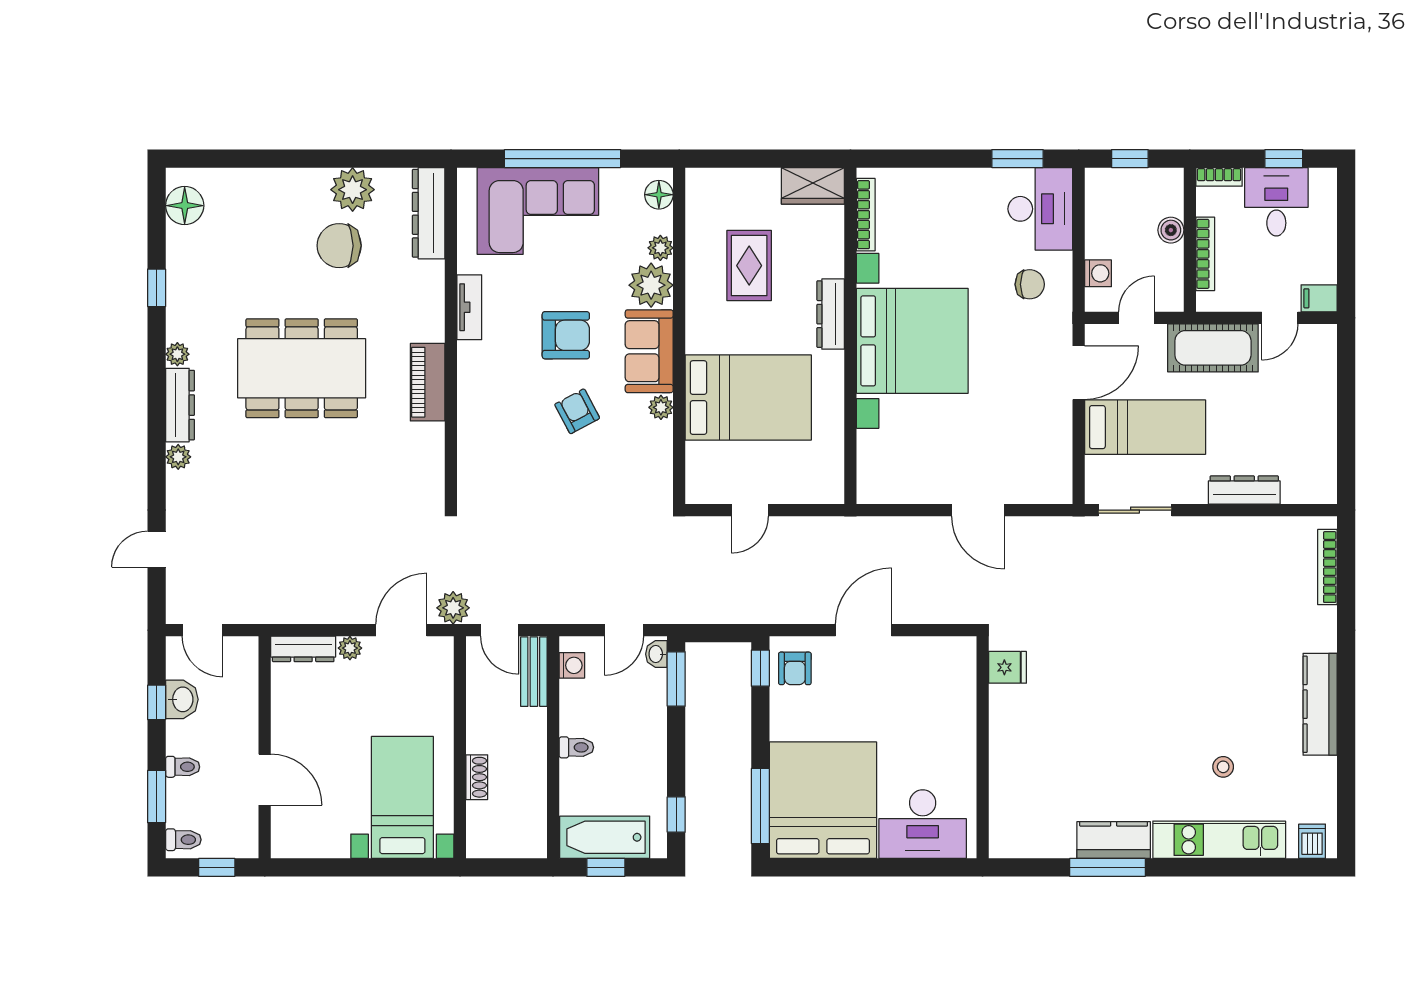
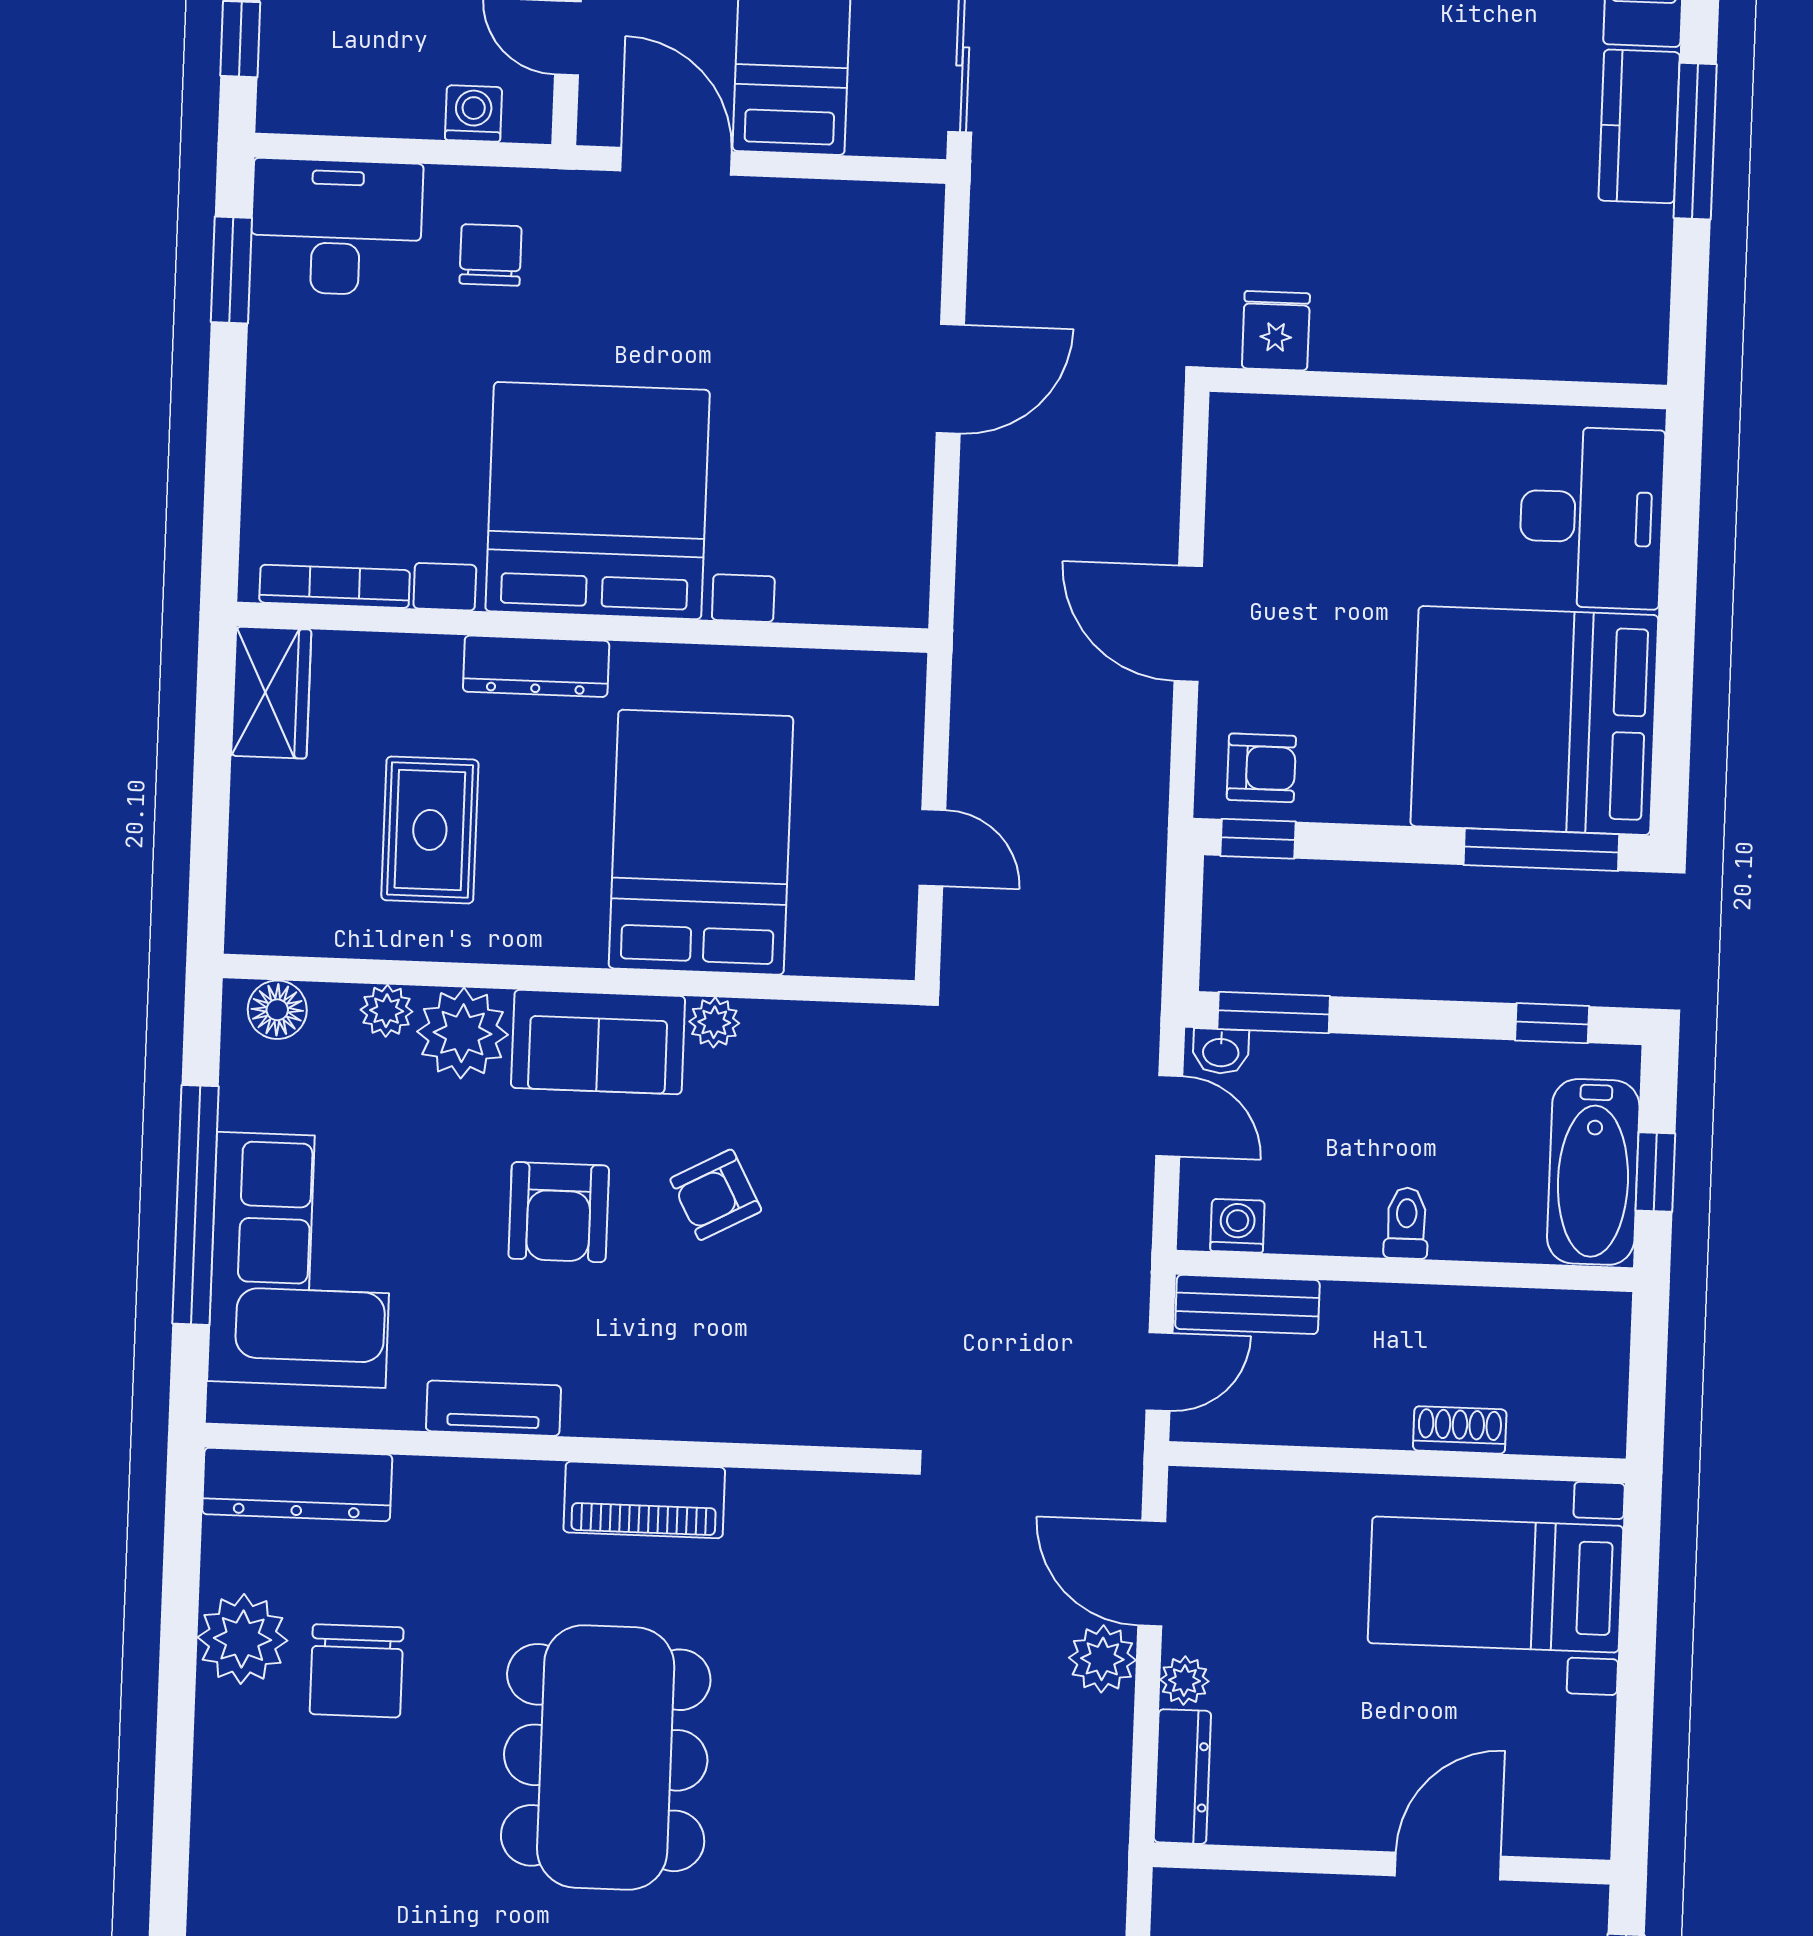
rug: (749, 266) -> (430, 830), turned 90
armchair: (566, 335) -> (559, 1212), turned 180
plant: (453, 608) -> (1102, 1659), moved

